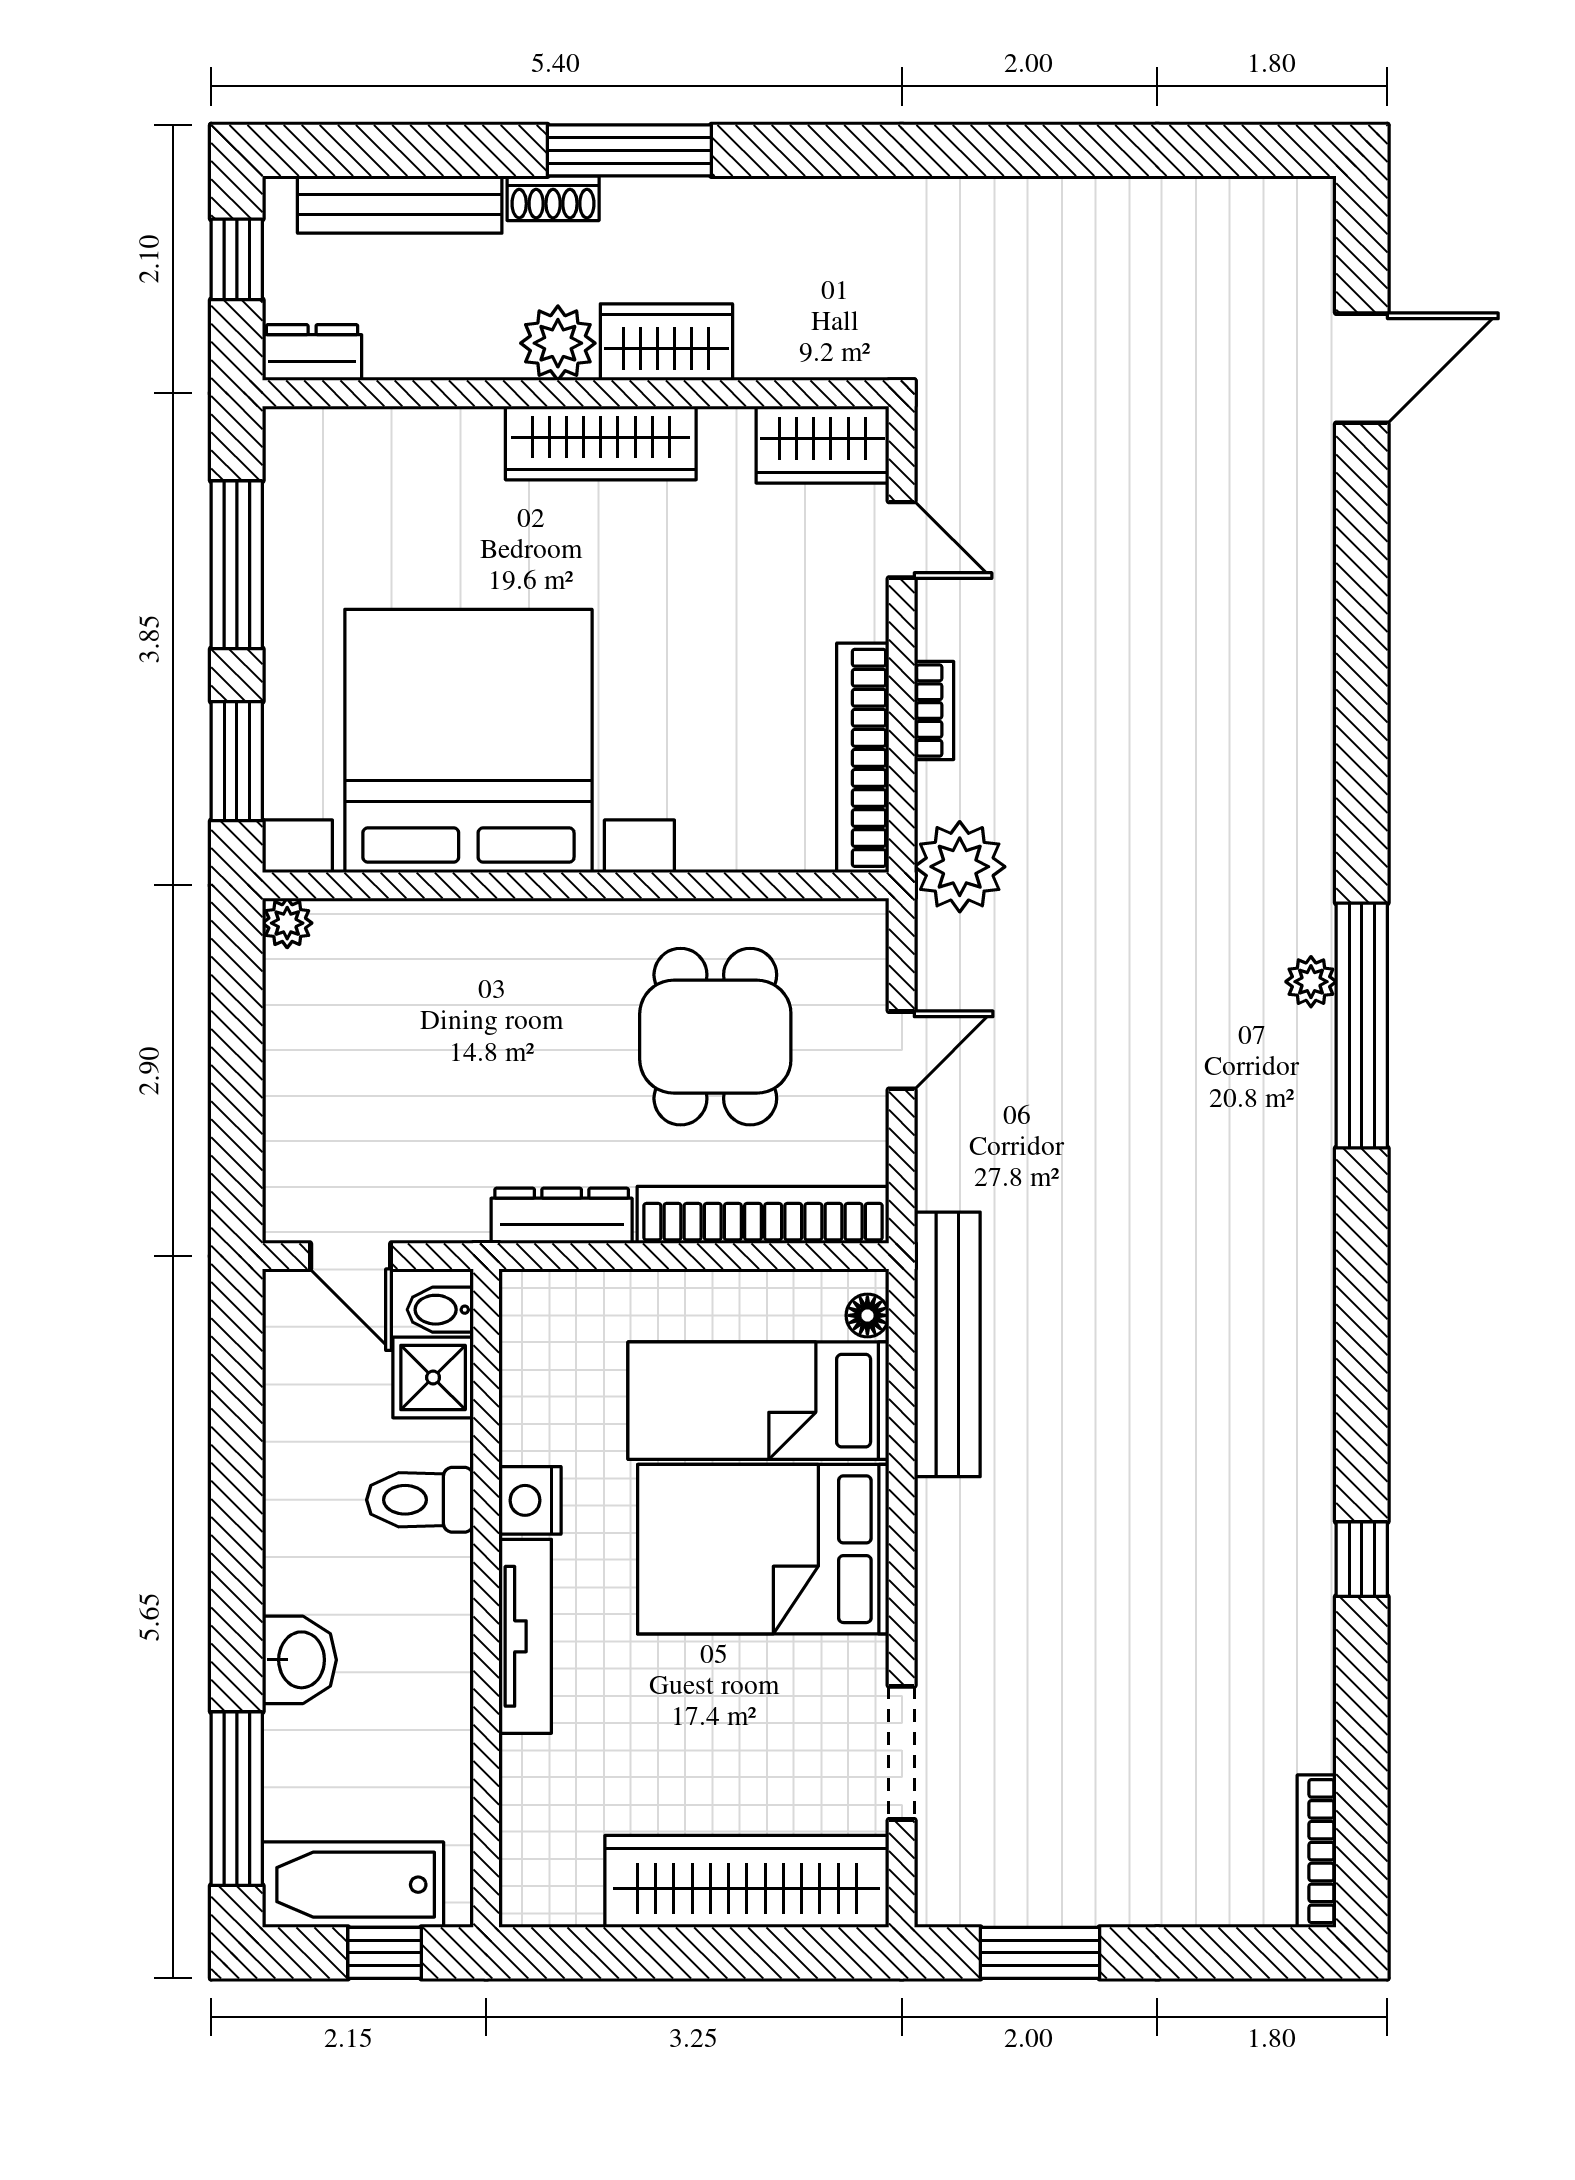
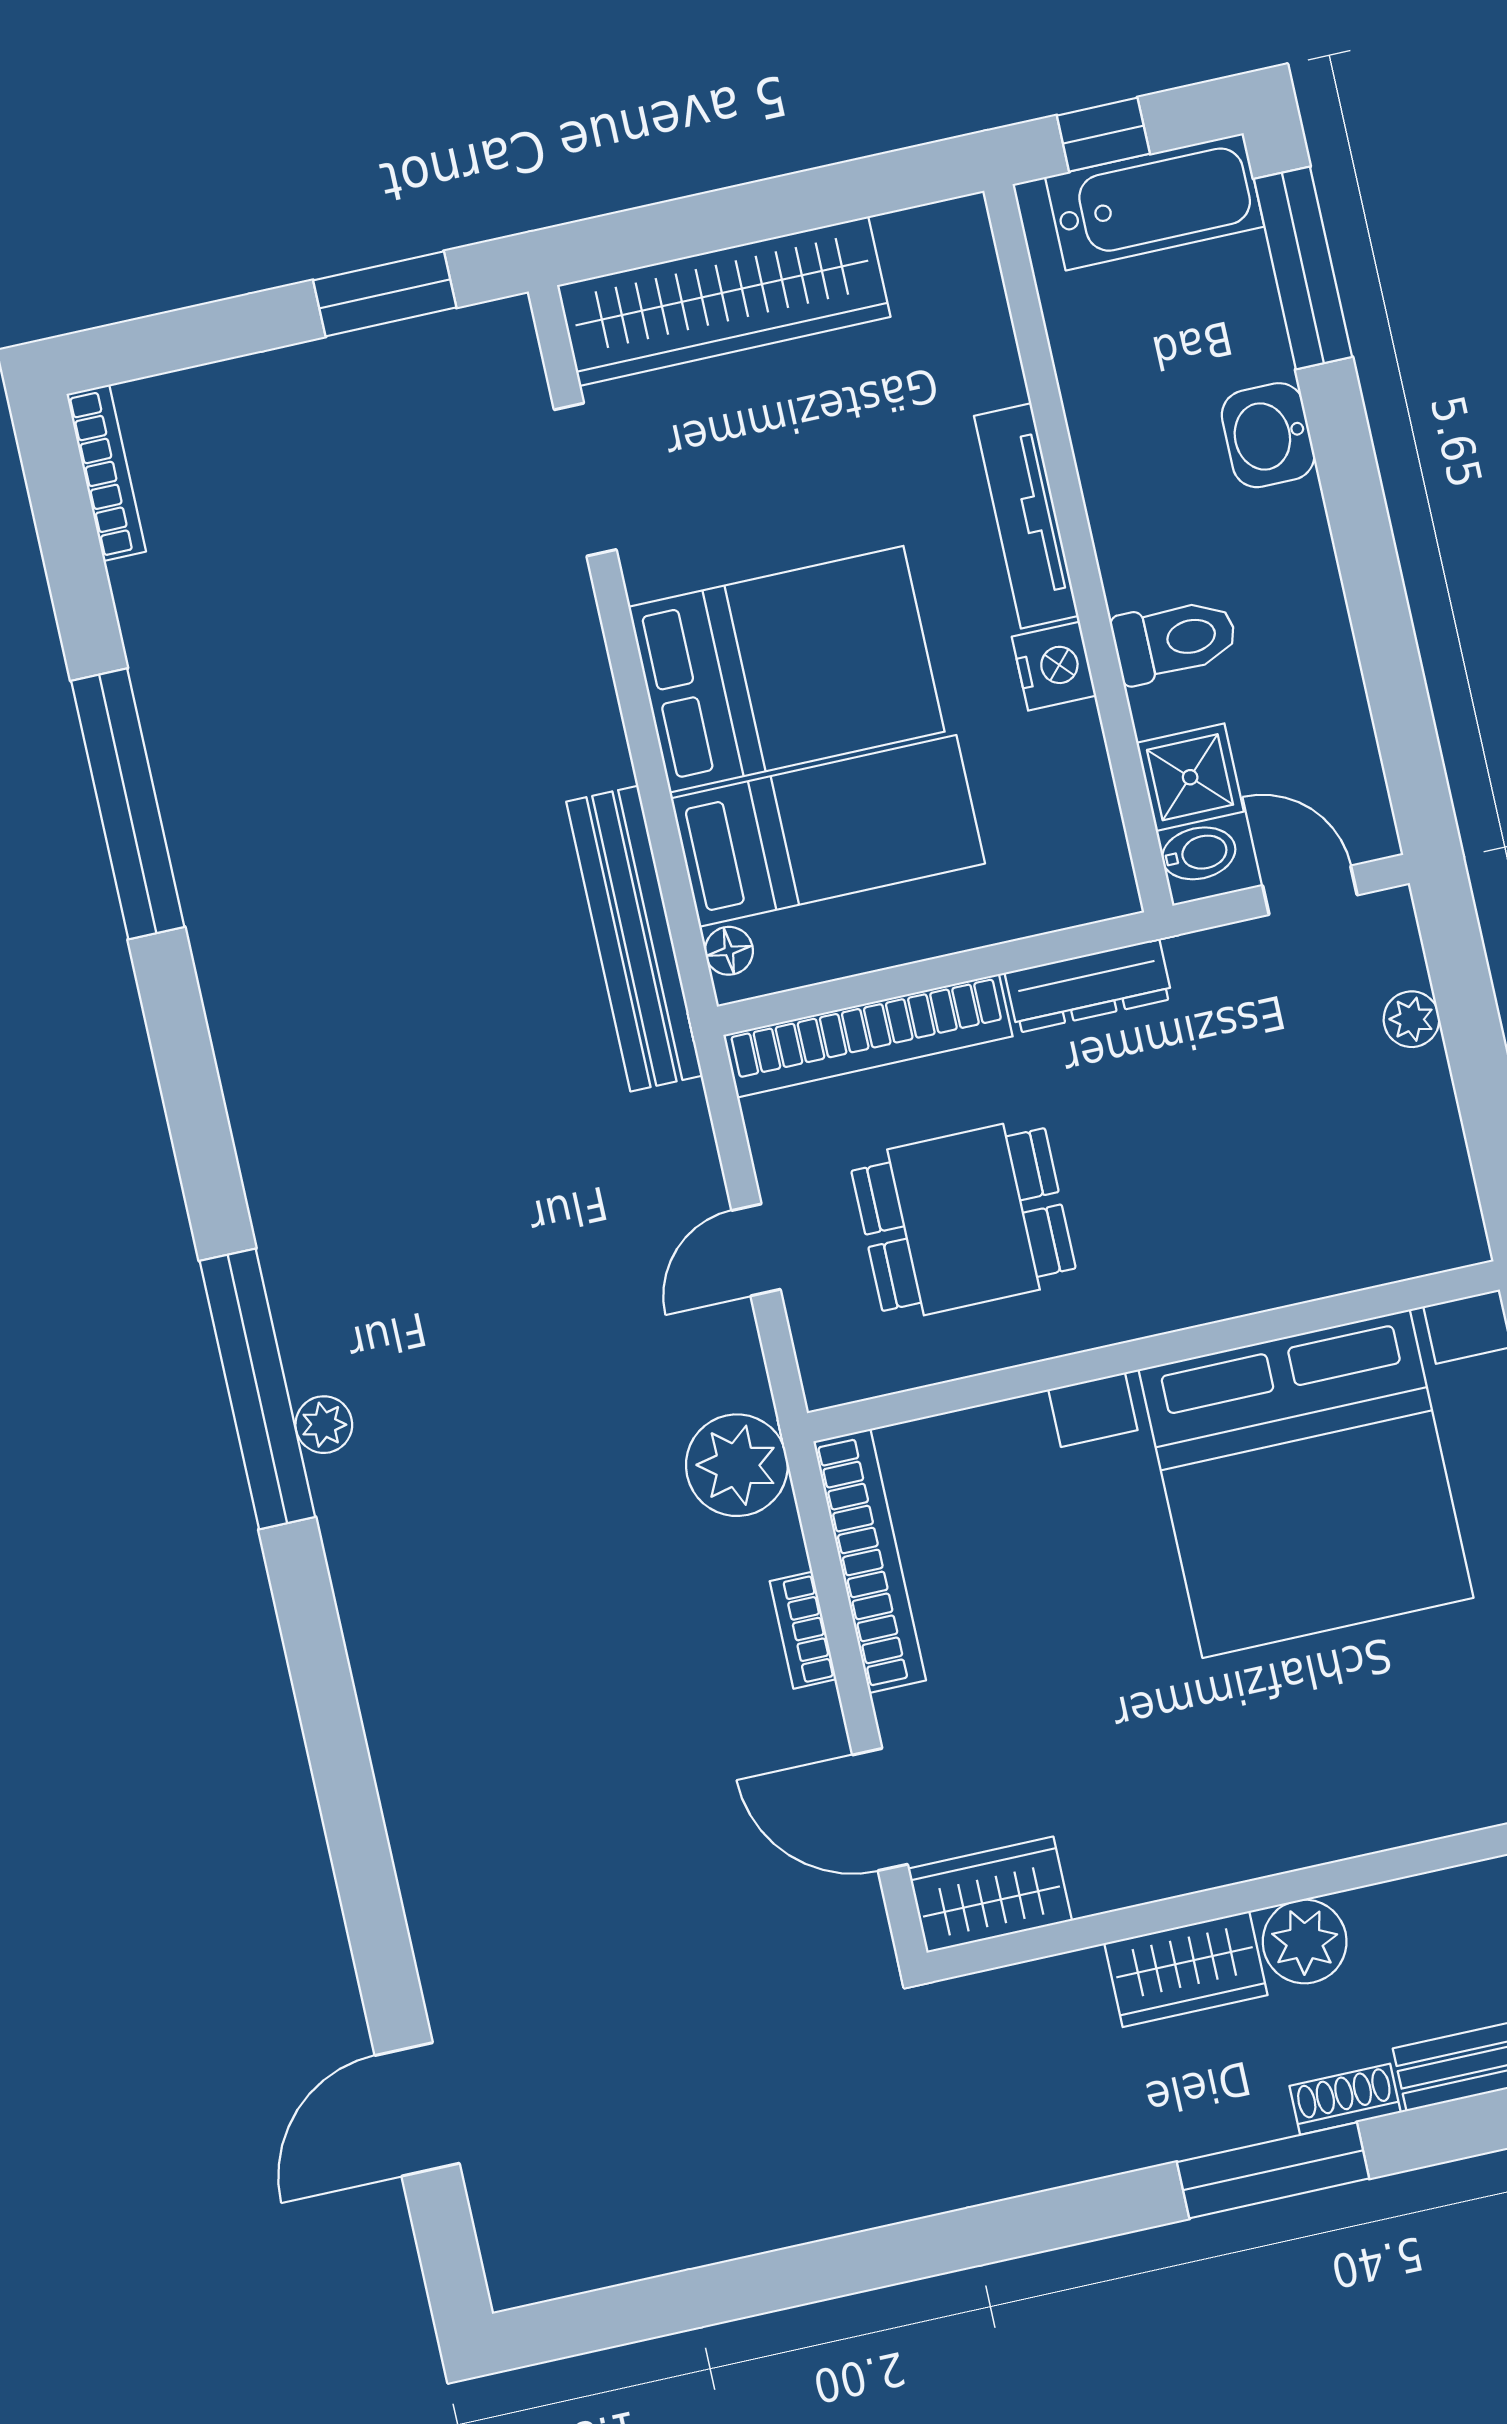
wardrobe: (601, 443) -> (1233, 1843), removed
door: (902, 540) -> (880, 1810), width x1.37
plant: (287, 923) -> (1411, 1019), moved
dining table: (715, 1037) -> (964, 1220), turned 90
window: (1362, 1559) -> (128, 804), width x3.17

